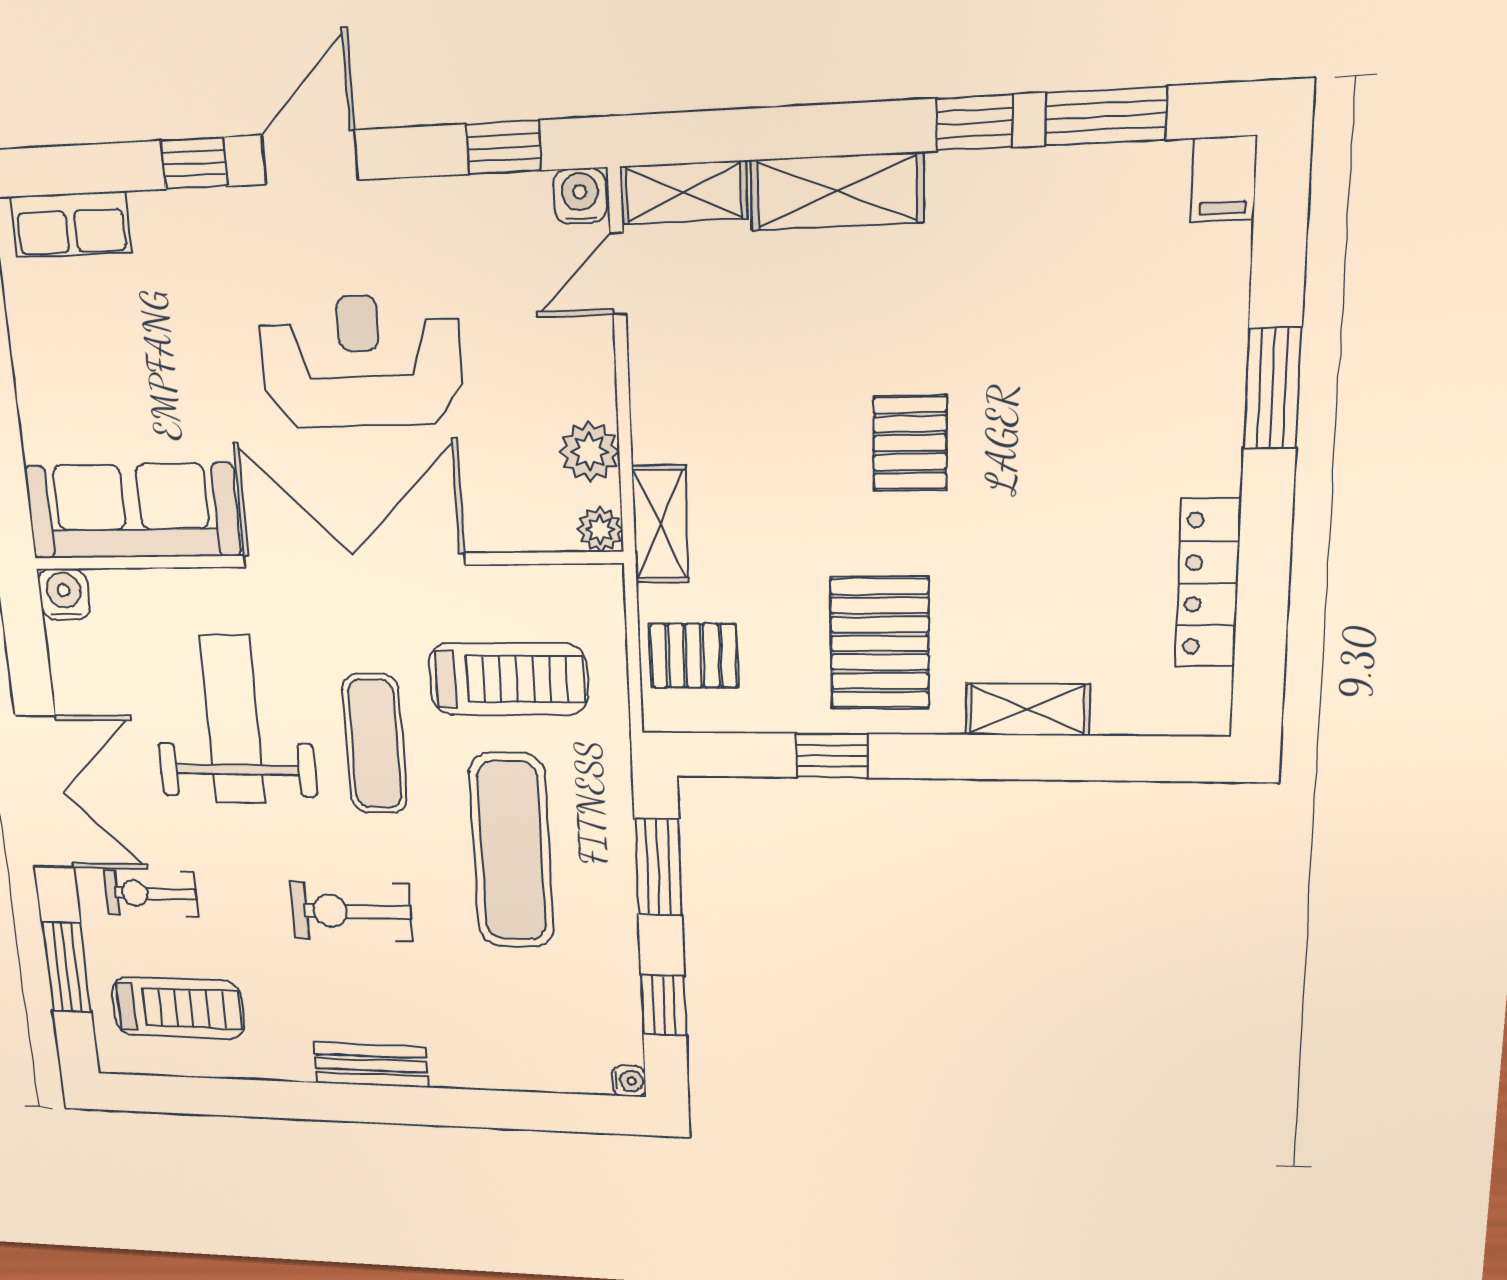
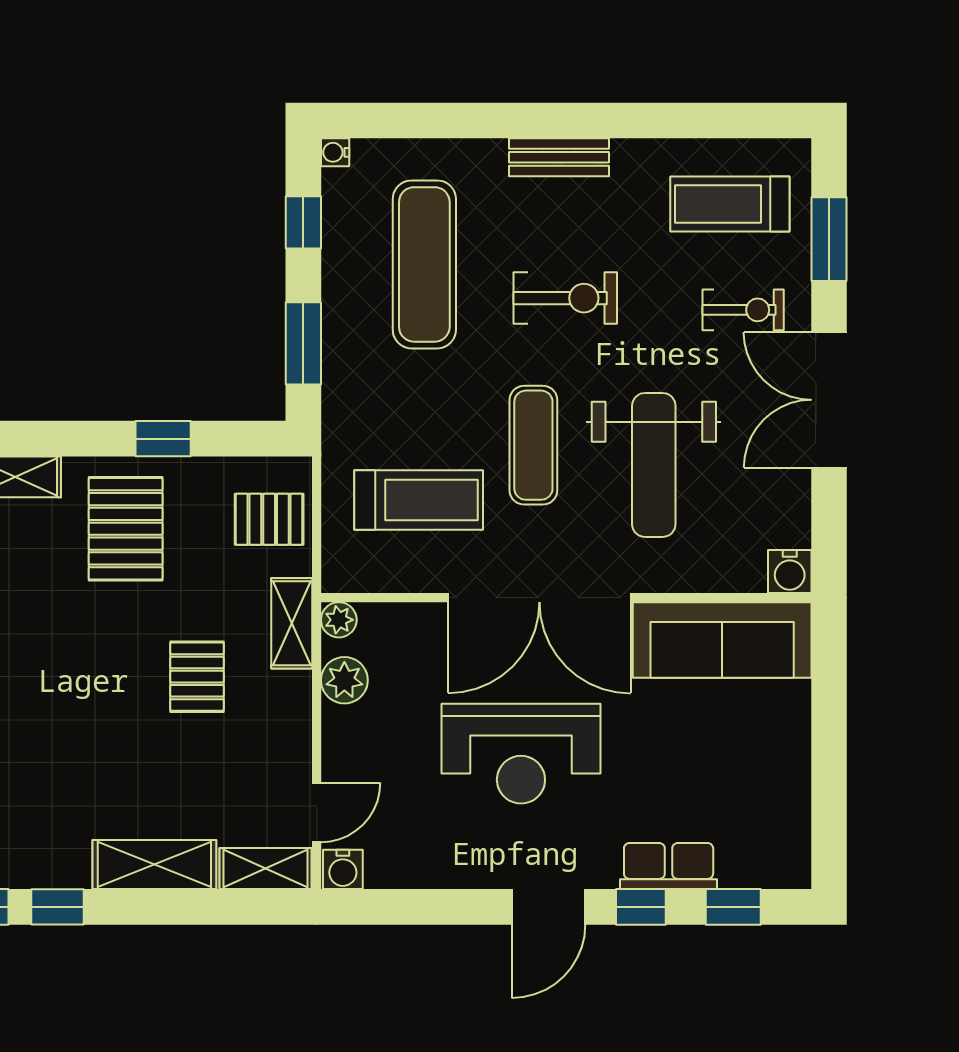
window: (504, 147) -> (733, 907), moved
row of seats: (71, 224) -> (669, 866), moved
pallet: (910, 443) -> (197, 677), moved
treadmill: (508, 679) -> (419, 500), turned 180
exercise mat: (512, 851) -> (424, 264), moved

